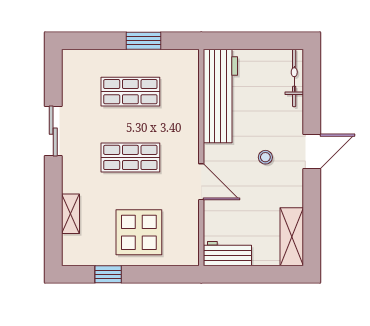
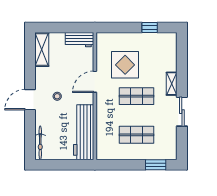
window: (143, 41) -> (156, 165), moved
door: (201, 182) -> (95, 82), hinge flipped
shelving: (70, 214) -> (172, 84), moved
display table: (139, 232) -> (125, 65), moved

